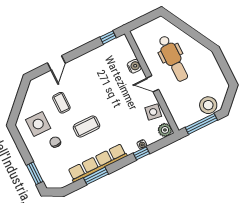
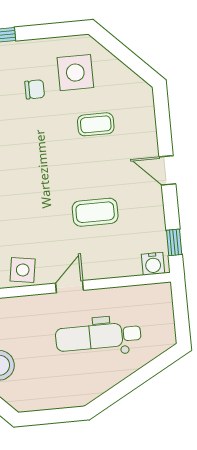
door: (56, 63) -> (167, 170), moved
water cooler: (134, 66) -> (153, 264), moved
coffee table: (87, 127) -> (95, 212), moved, turned 90

